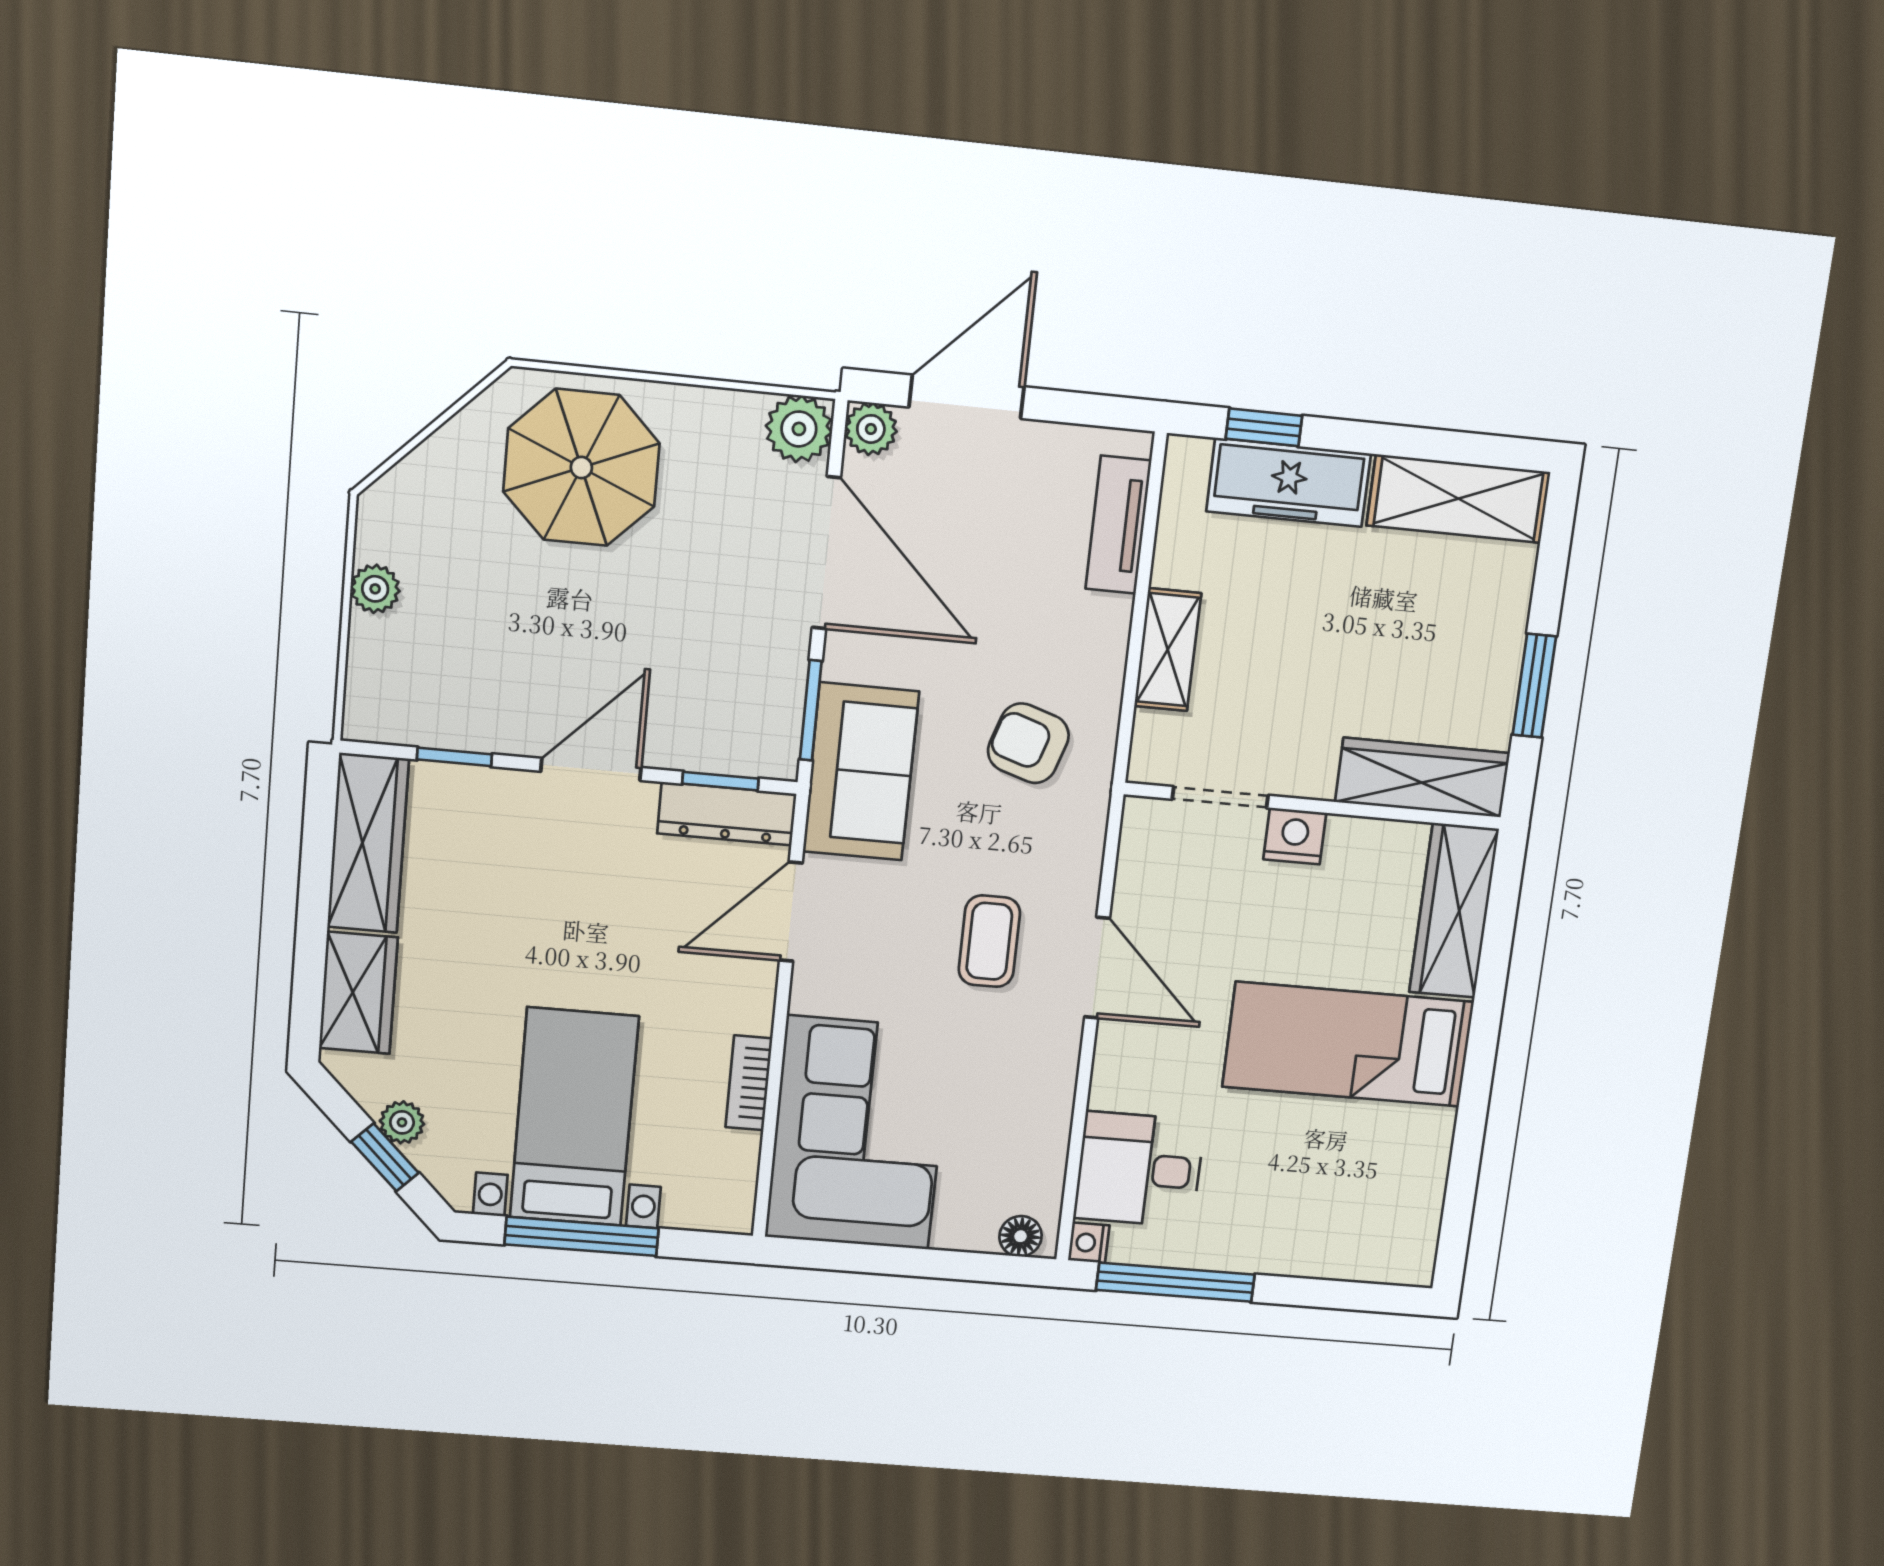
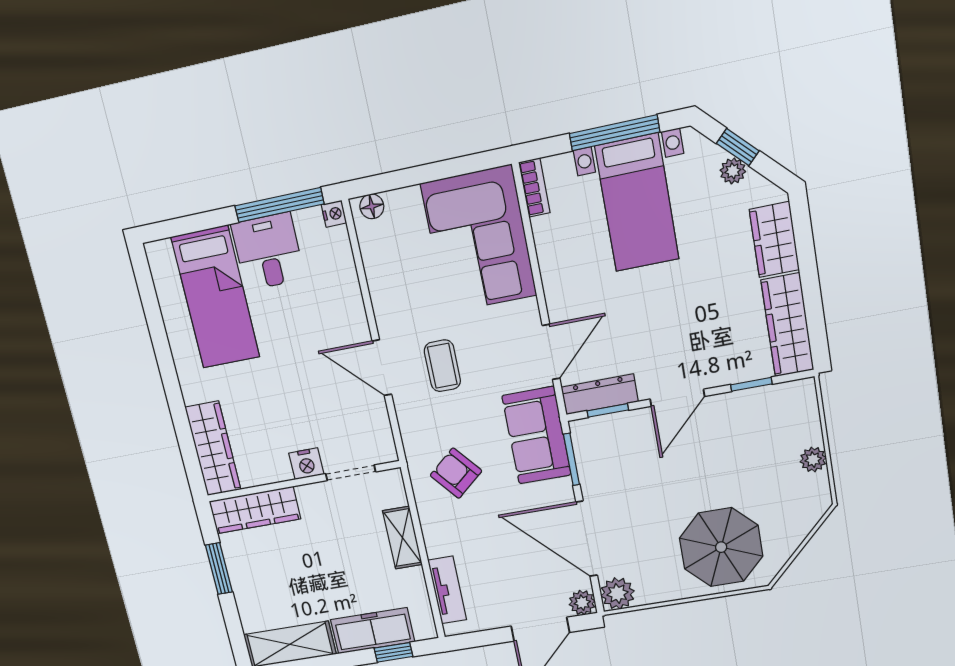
armchair: (1028, 743) -> (456, 473), turned -148
bed: (1348, 1044) -> (216, 297), moved, turned 90
bookcase: (749, 1083) -> (534, 188), moved
desk: (1139, 1169) -> (268, 252), moved, turned -90

